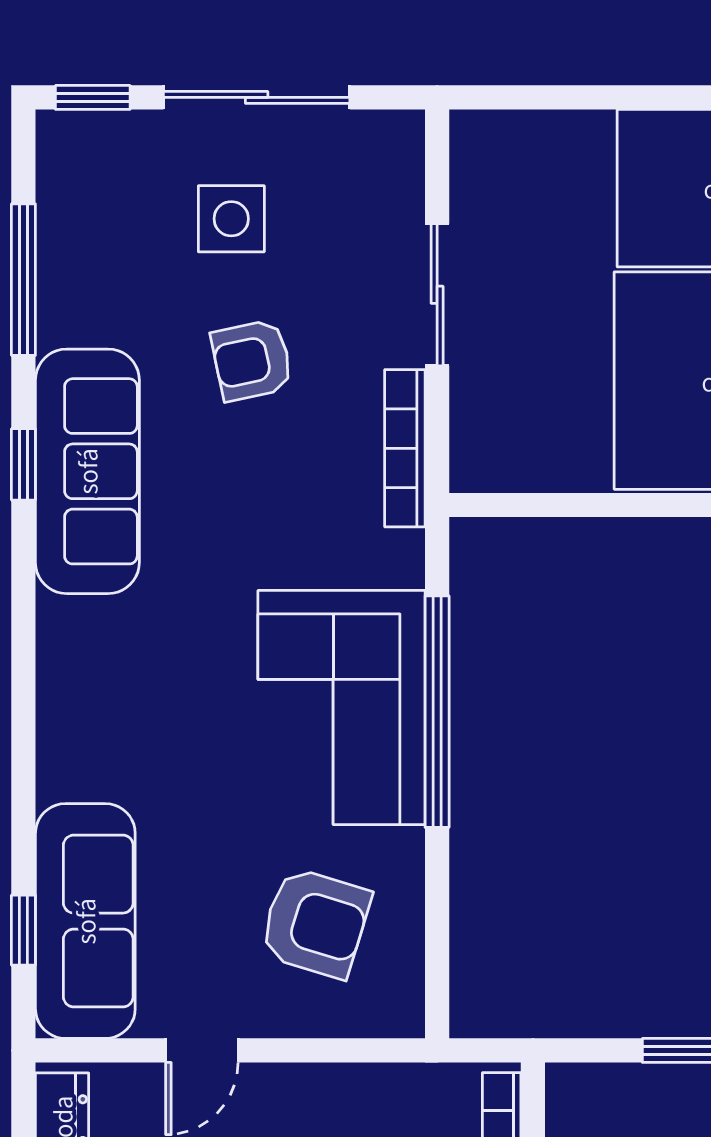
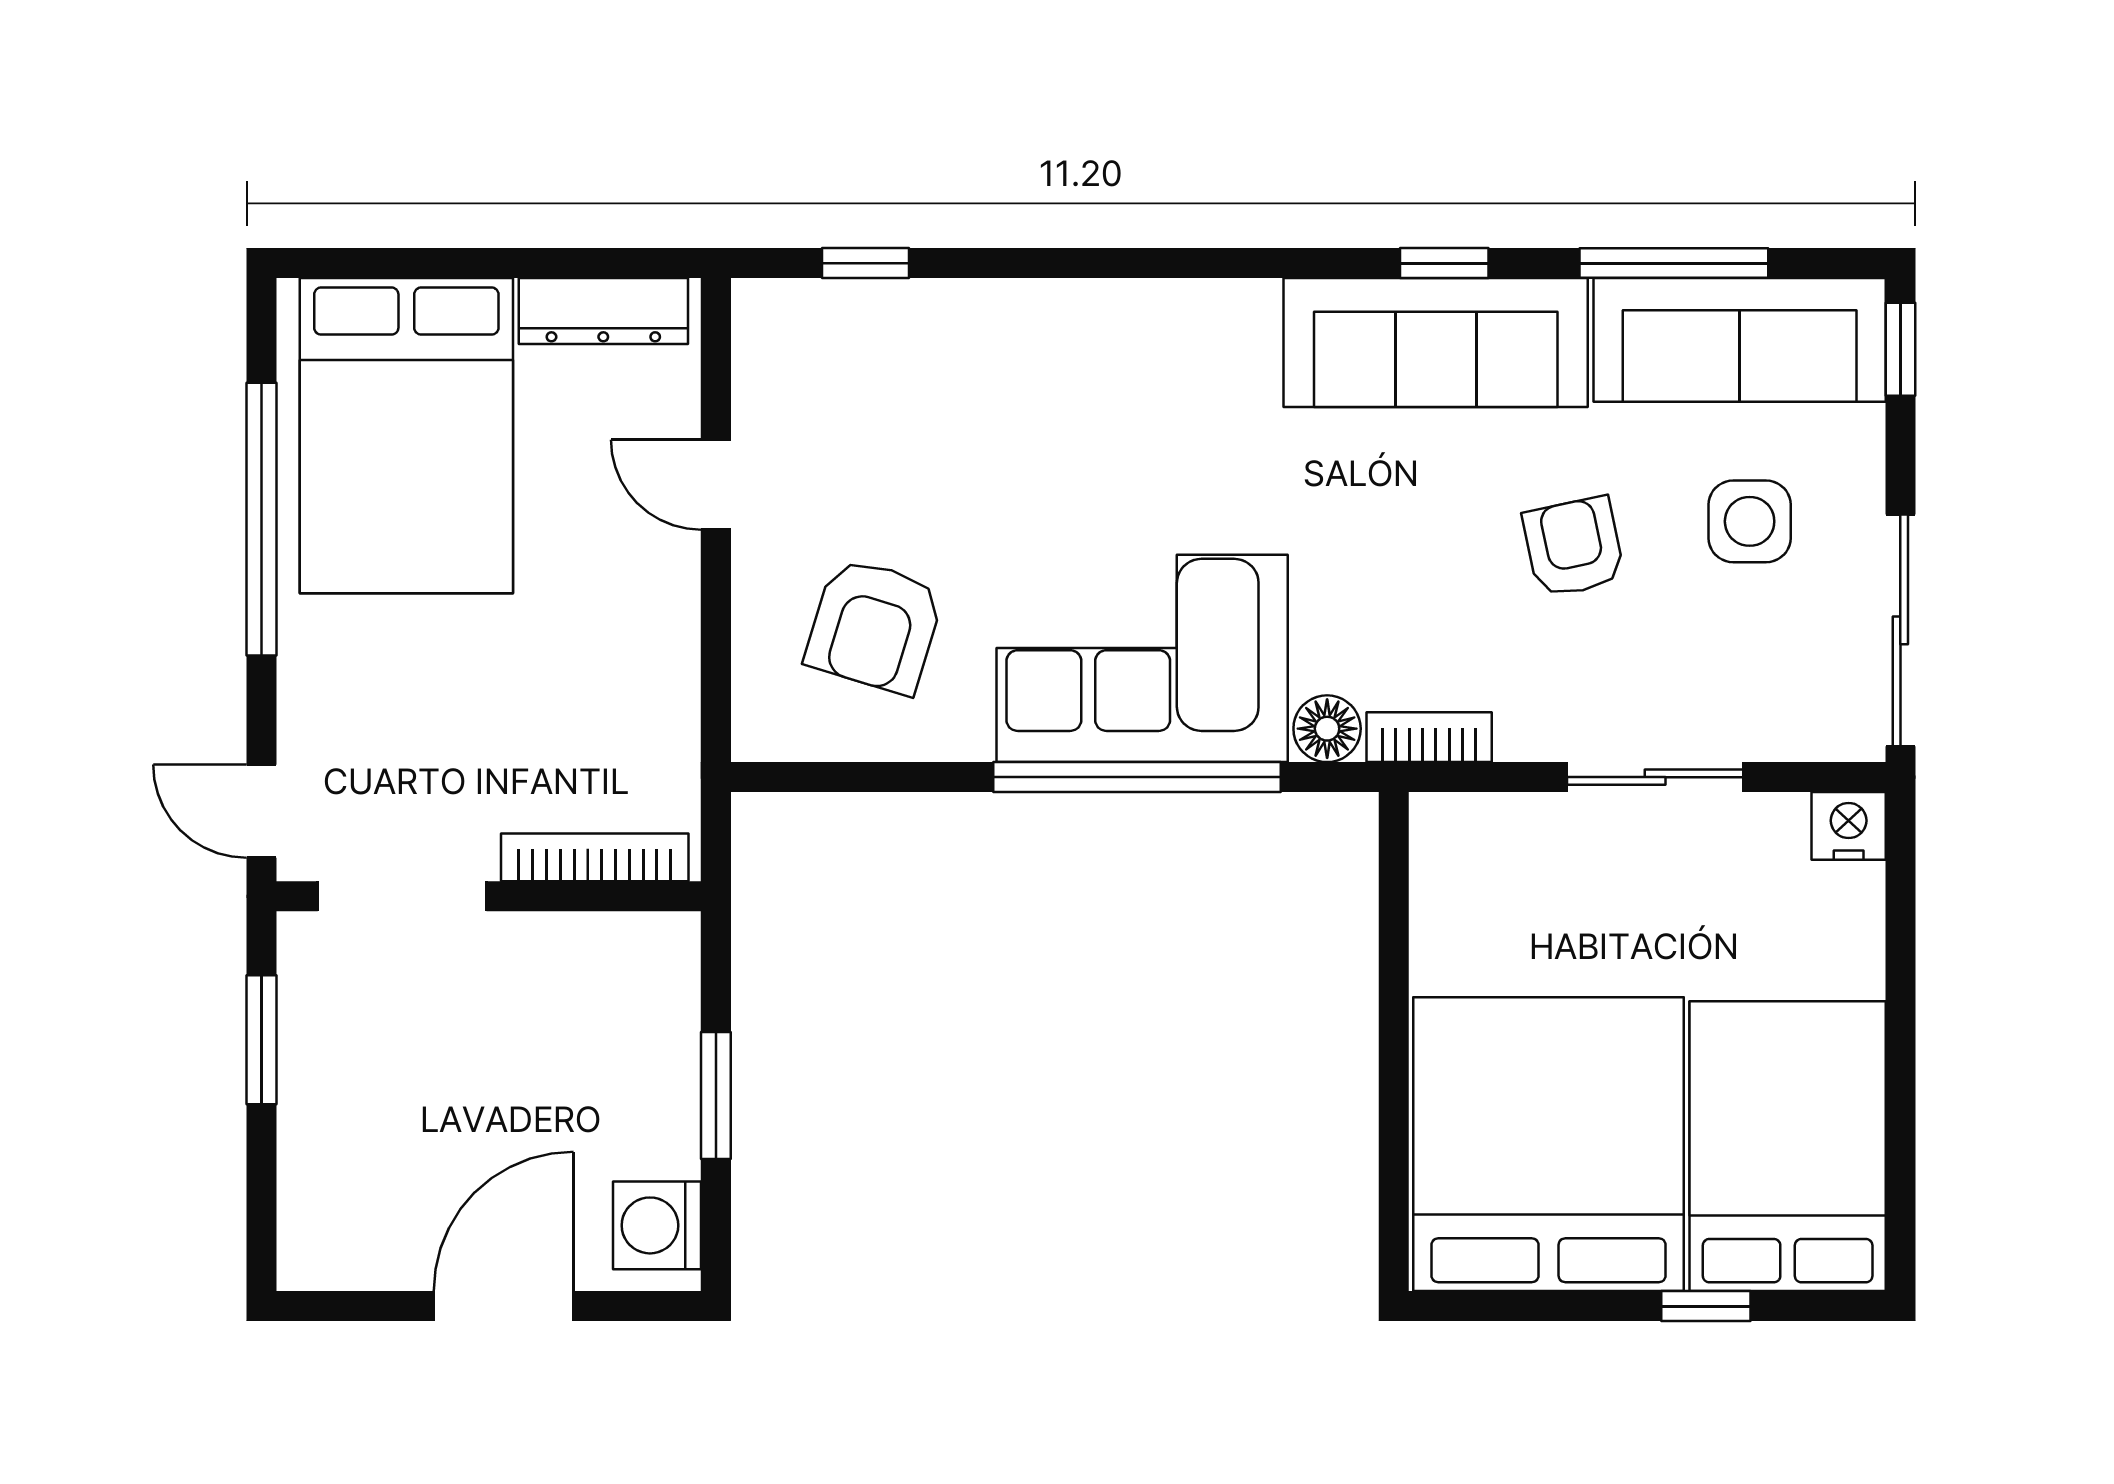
sliding door: (257, 97) -> (1900, 630), moved
nightstand: (476, 139) -> (1849, 826), added
bookcase: (405, 448) -> (1429, 737), width x0.64
floor lamp: (398, 559) -> (1327, 729), added
sofa: (85, 921) -> (1740, 340), moved

